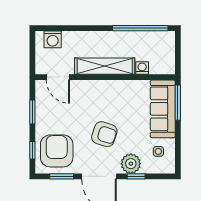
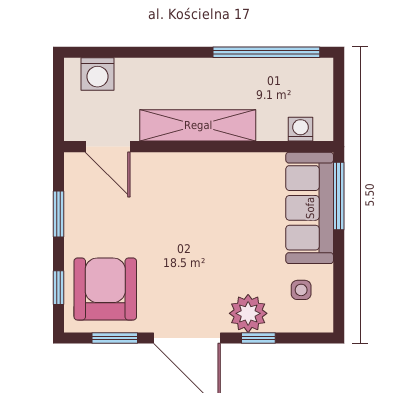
washing machine: (142, 68) -> (300, 129), moved
armchair: (104, 134) -> (197, 257), removed

